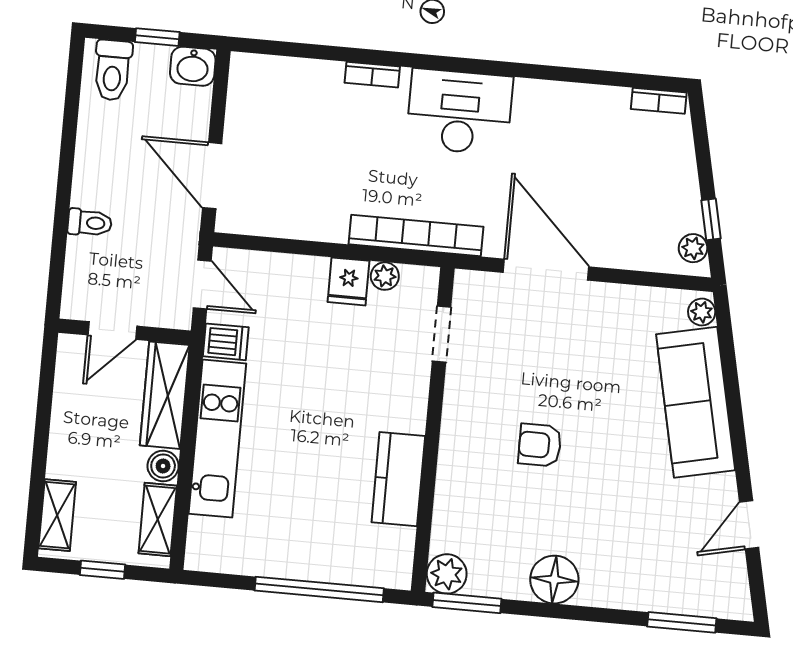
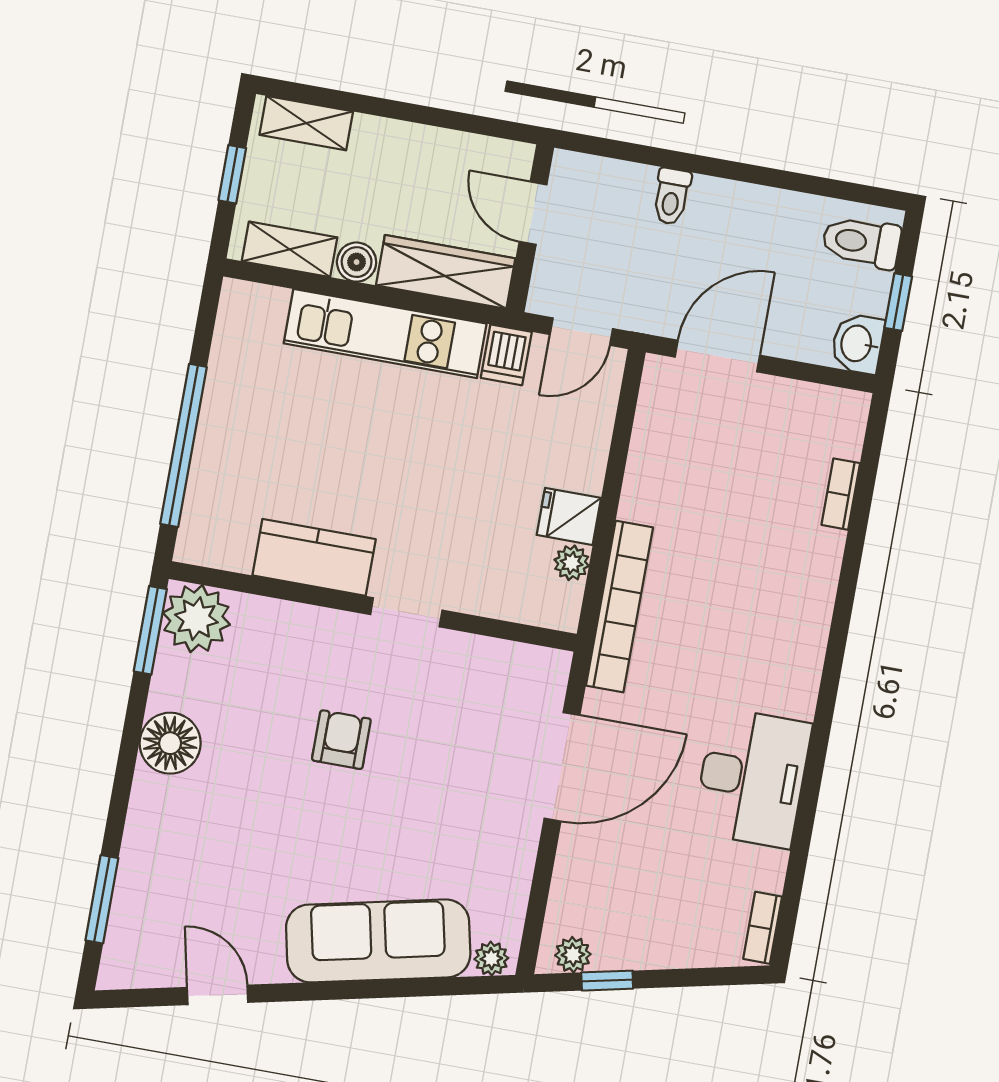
bookcase: (372, 75) -> (841, 494), moved
desk: (459, 112) -> (752, 778), moved
doorway: (441, 334) -> (406, 612), moved
plant: (447, 574) -> (196, 619), width x1.36, depth x1.36

